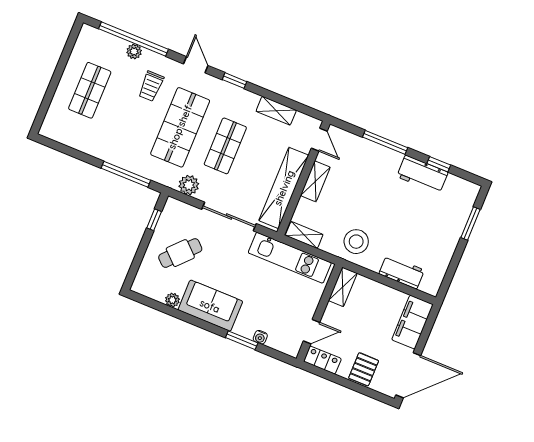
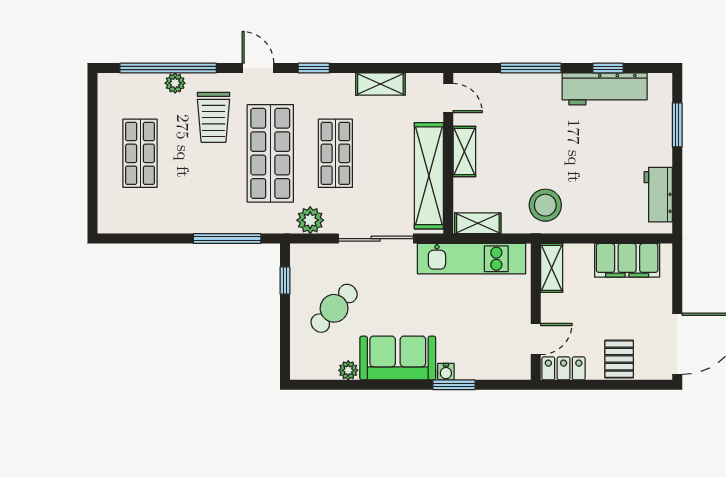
trolley: (151, 86) -> (214, 117), width x1.36, depth x1.39
workbench: (422, 174) -> (605, 89), width x1.38
workbench: (402, 272) -> (658, 195), moved, turned -90
filing cabinet: (412, 322) -> (627, 260), moved, turned -90
water cooler: (260, 337) -> (446, 372), moved

